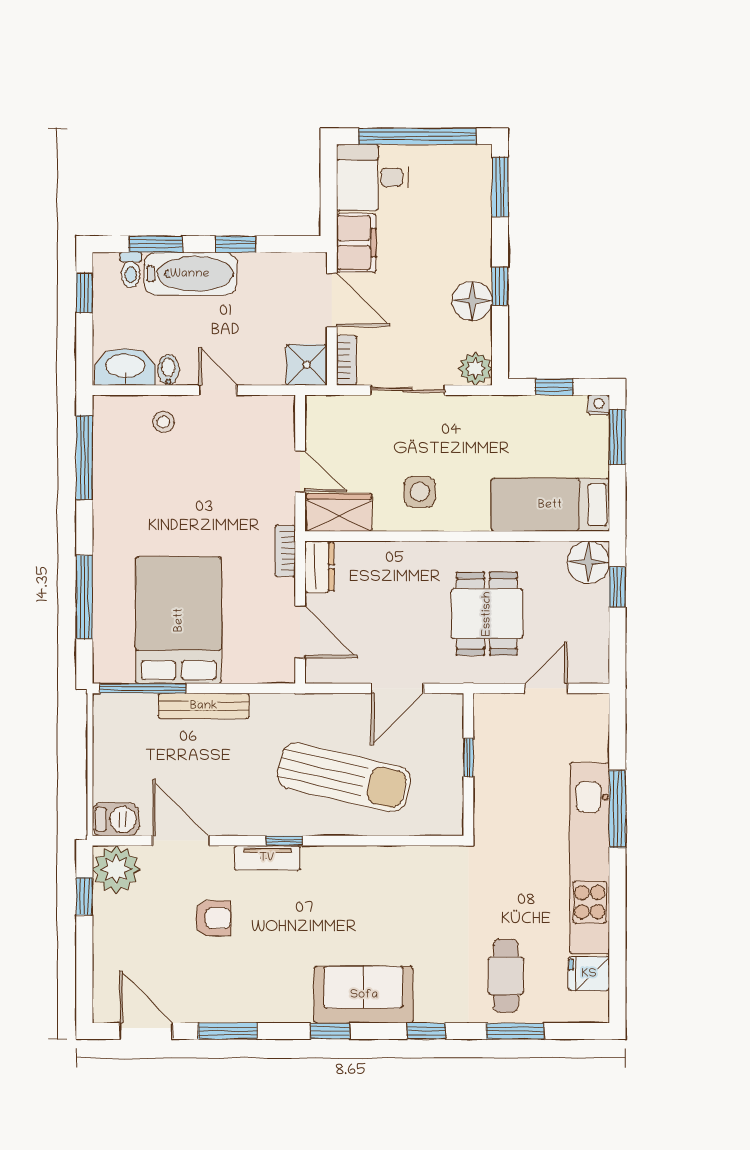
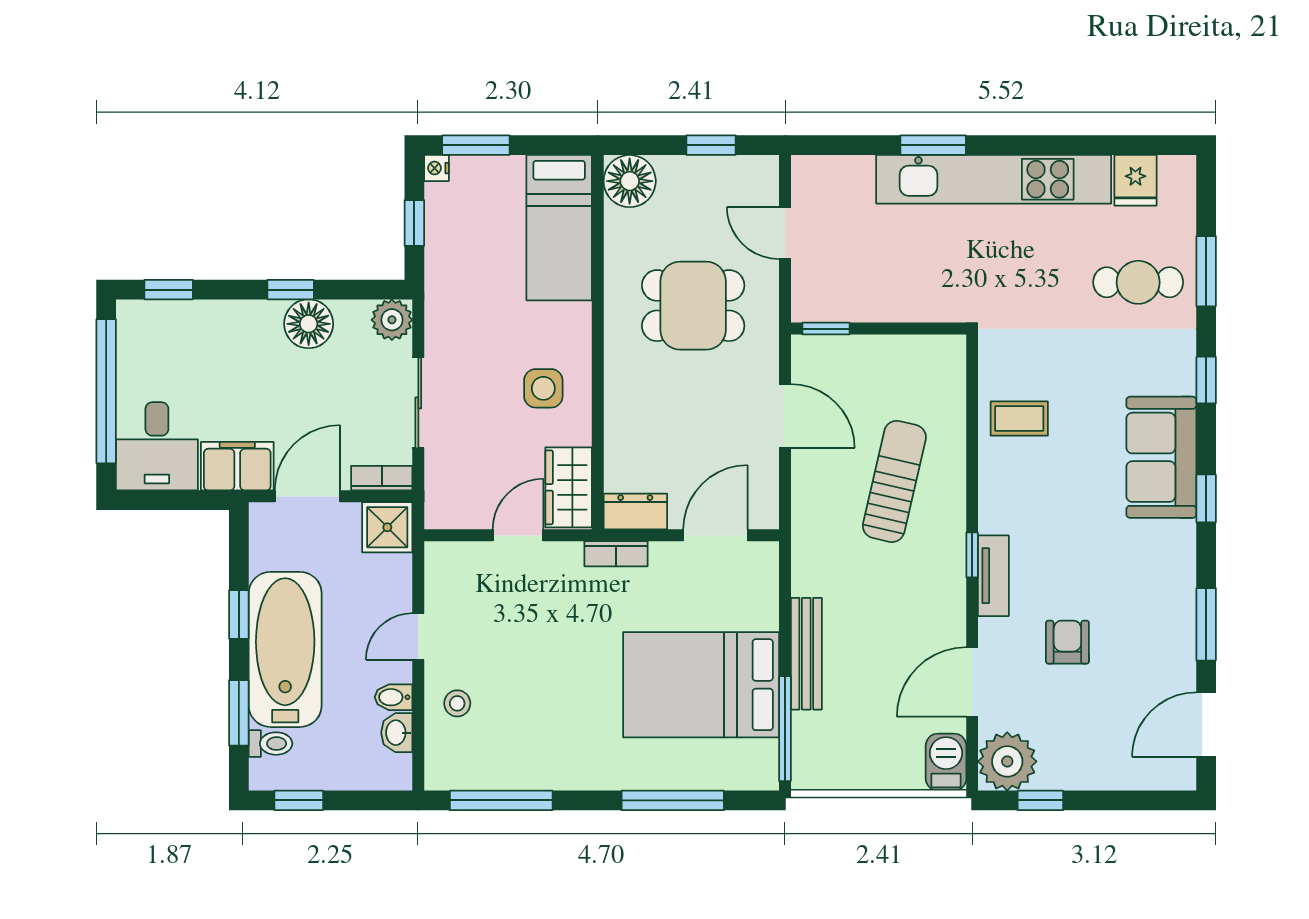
window: (500, 187) -> (169, 290), width x0.67
bathtub: (190, 274) -> (285, 649), width x1.36, depth x1.36
washbasin: (125, 367) -> (397, 733), width x0.52, depth x0.69
window: (617, 587) -> (711, 145), moved
window: (468, 757) -> (826, 329), moved
sun lounger: (344, 777) -> (894, 481), width x0.73, depth x0.75
window: (617, 809) -> (933, 145), width x0.69
coffee table: (395, 879) -> (1019, 419), added

